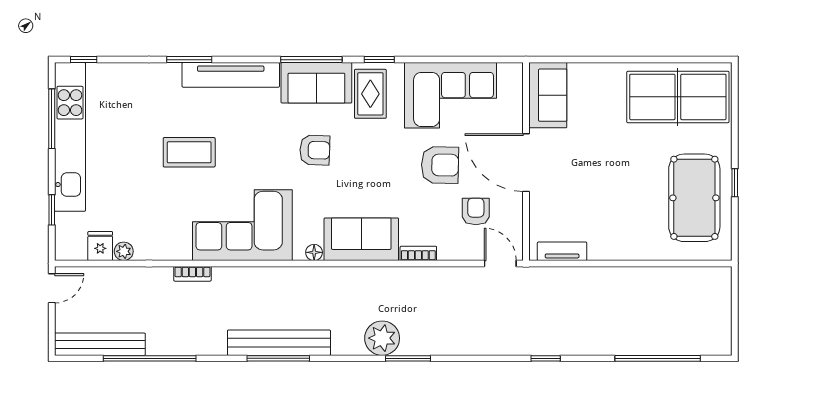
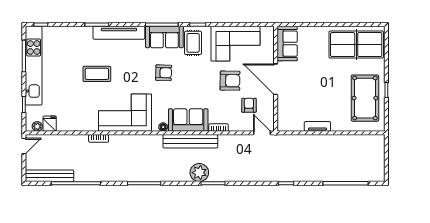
plant: (124, 251) -> (37, 126), moved
tv unit: (562, 251) -> (317, 126), moved
bench: (279, 343) -> (190, 141), moved

